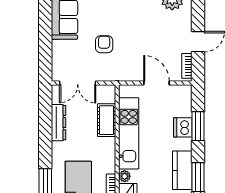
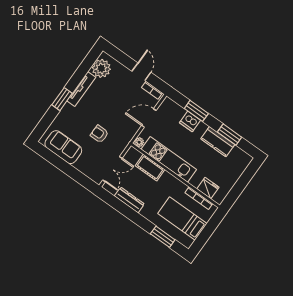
plant: (125, 176) -> (139, 142), moved

